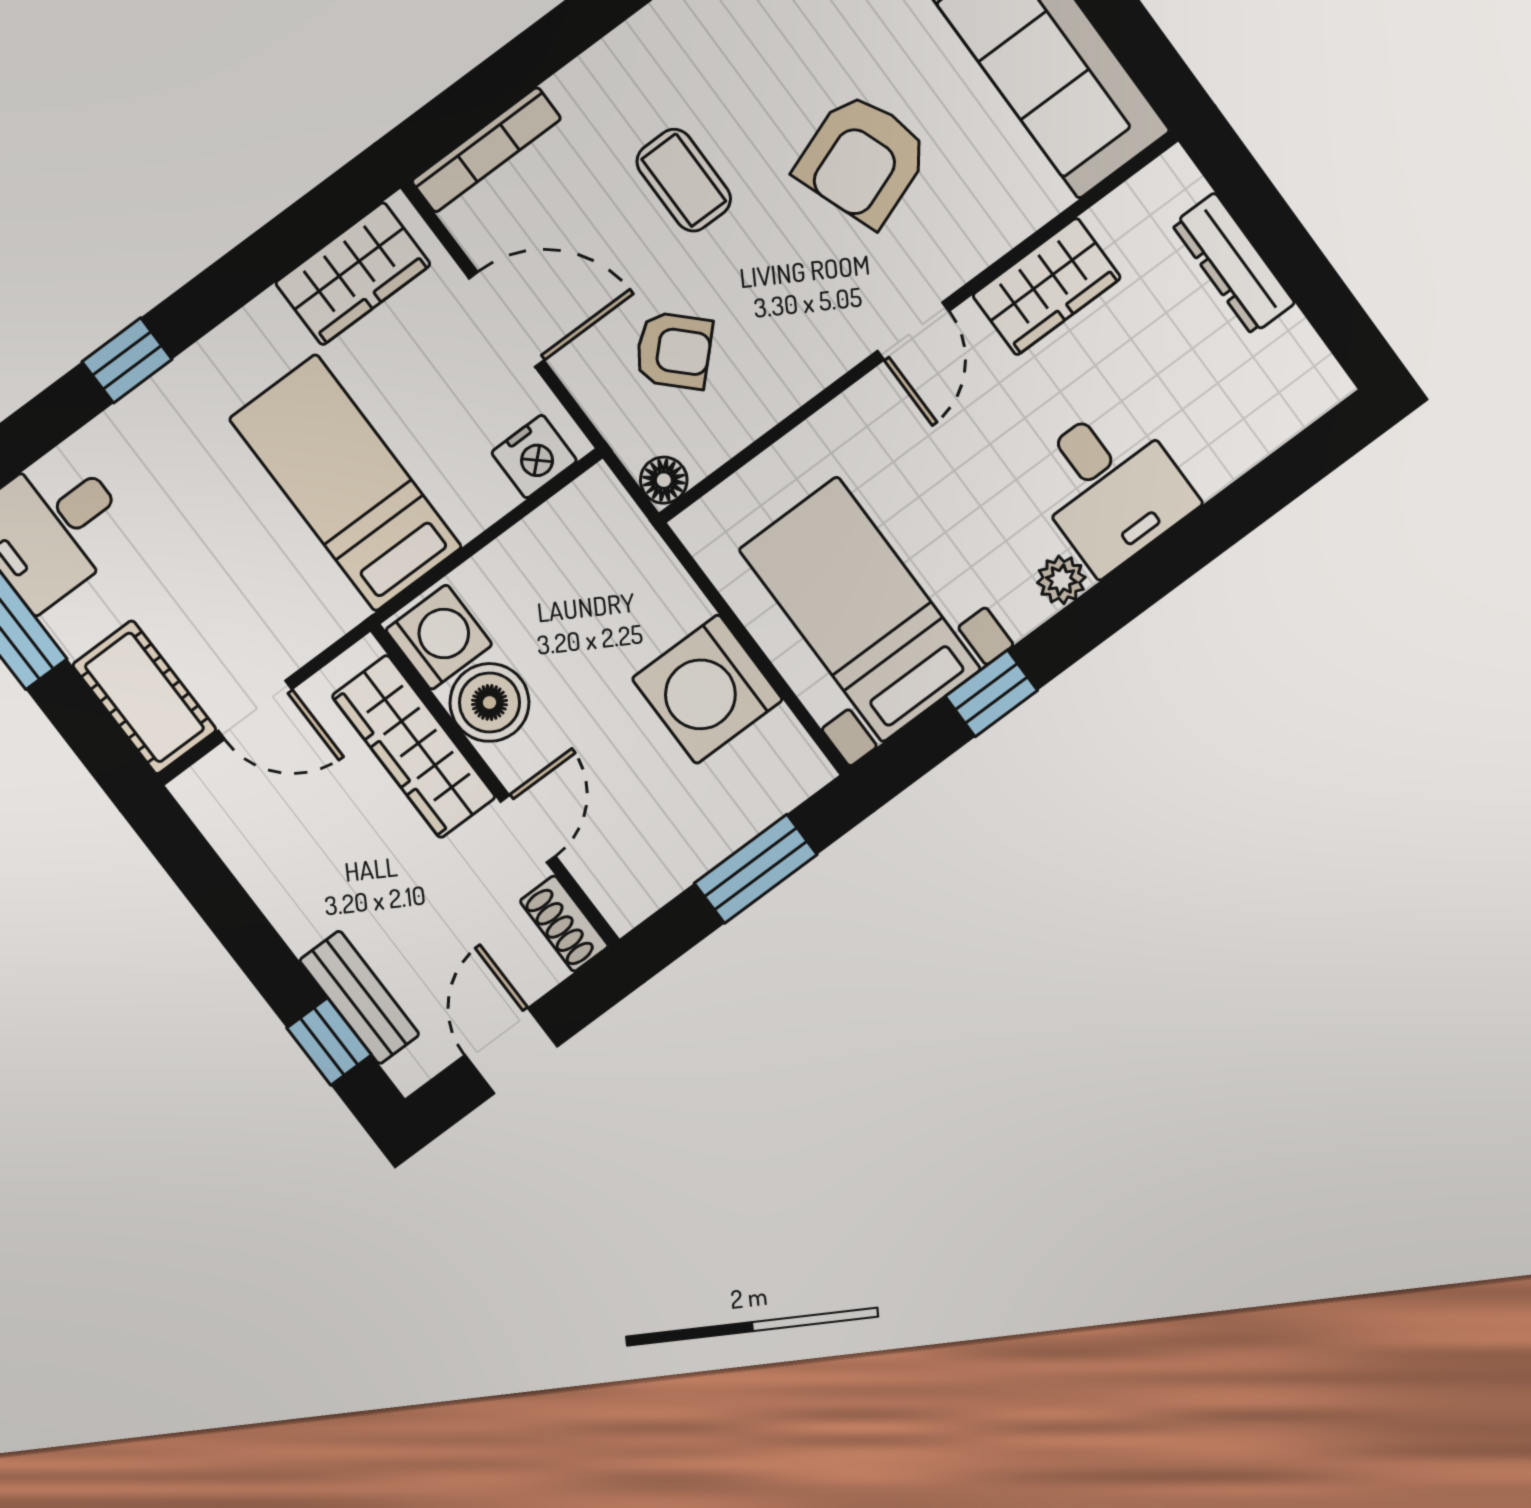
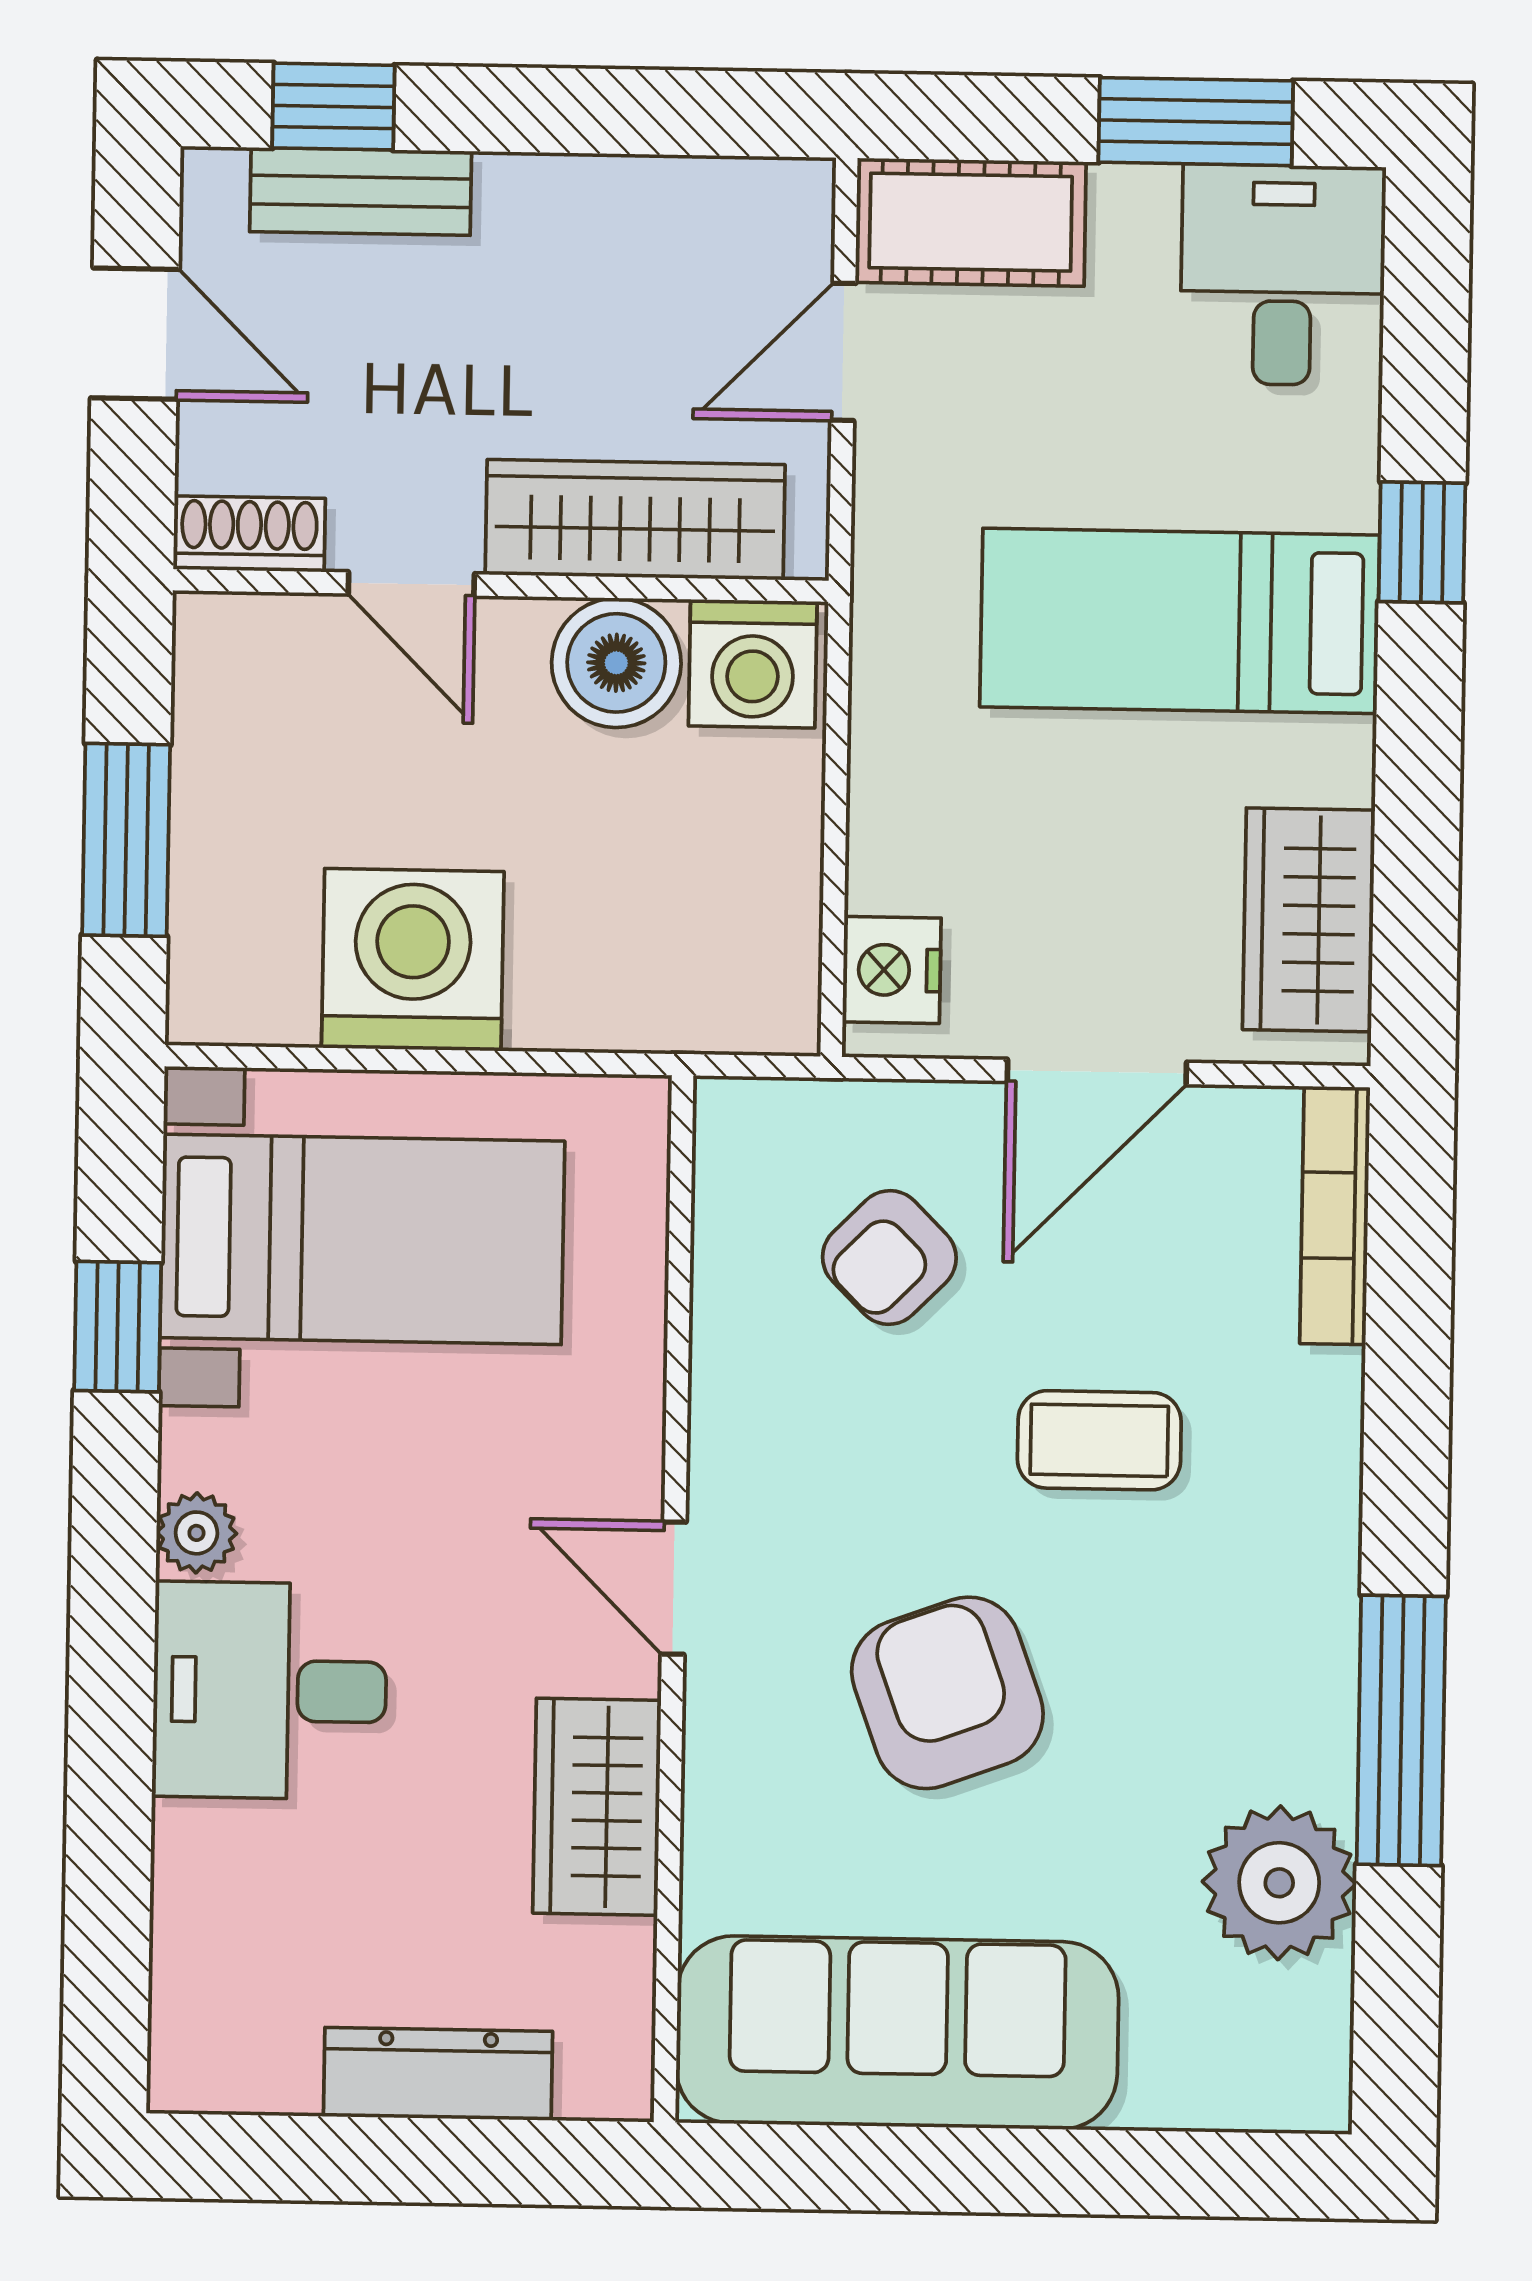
floor lamp: (664, 480) -> (731, 1114), removed
bed: (346, 483) -> (1180, 621), moved, turned 180

